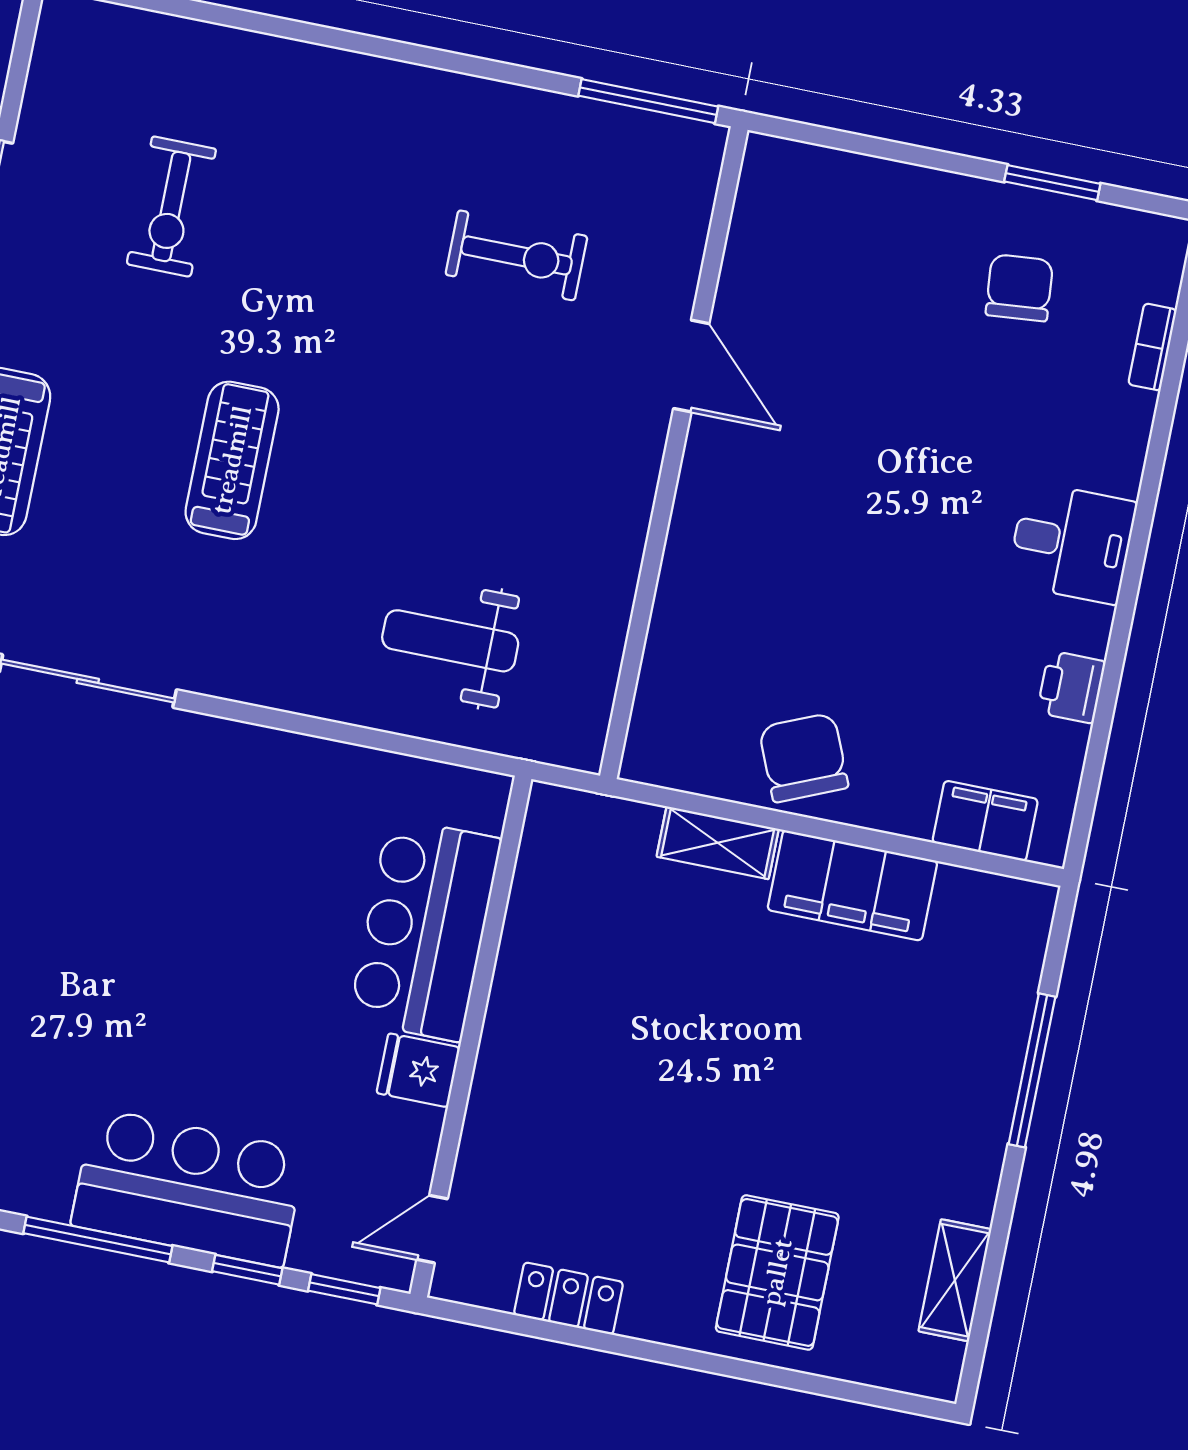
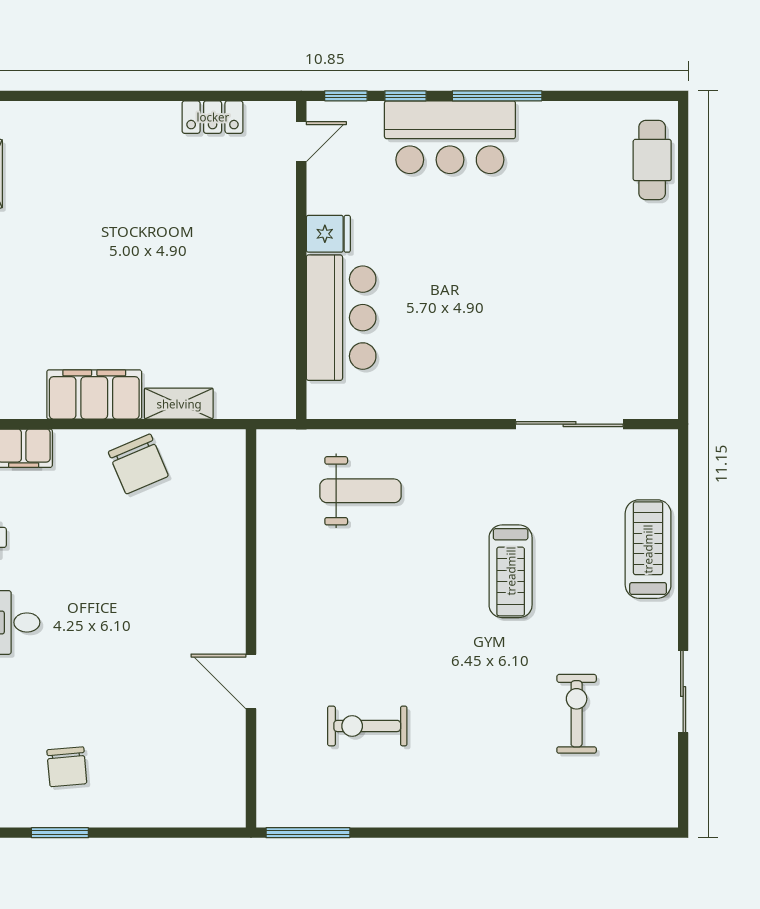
pallet: (777, 1272) -> (93, 157), removed

